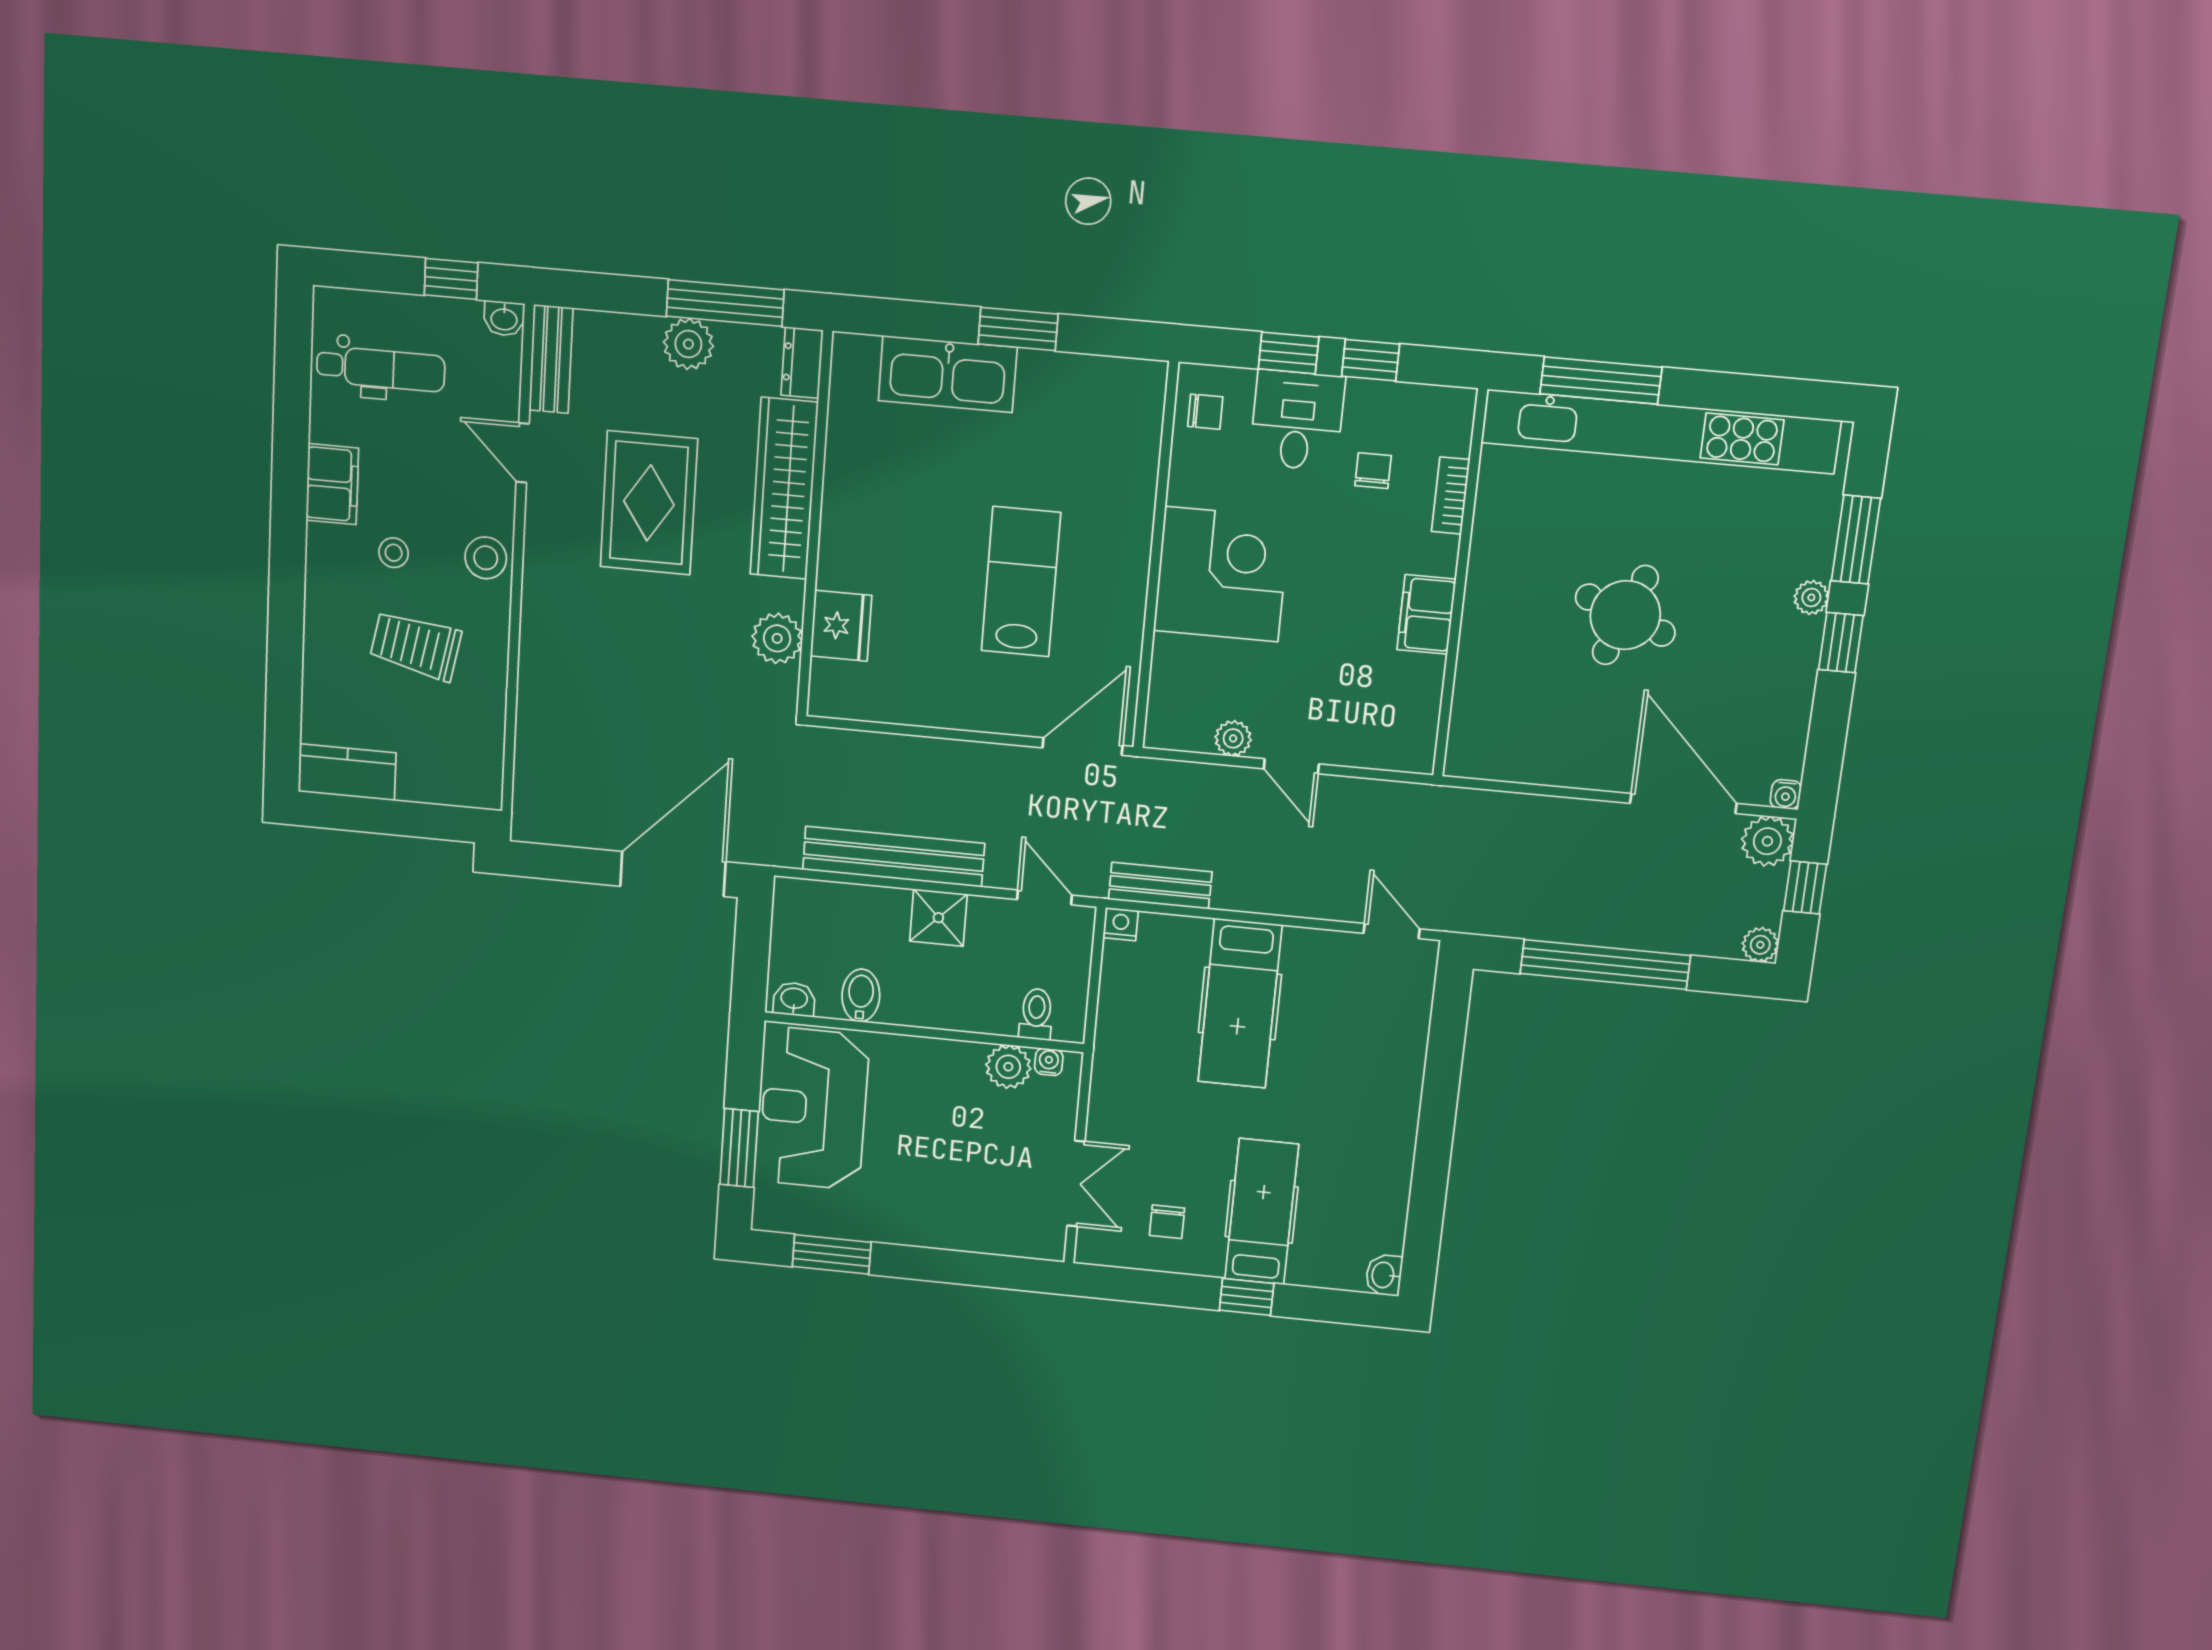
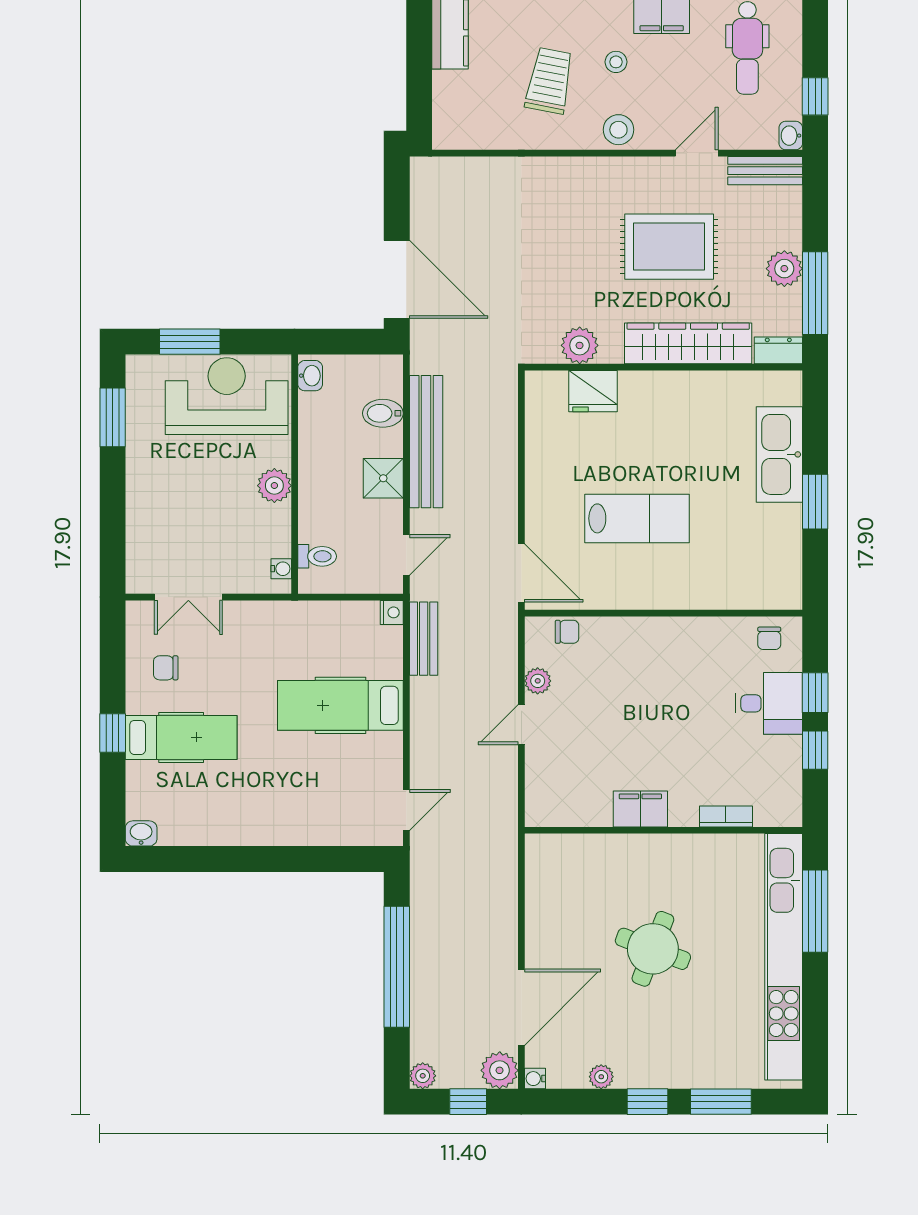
chair: (1373, 471) -> (567, 632), moved
corner desk: (1222, 574) -> (656, 661), removed
plant: (1811, 597) -> (601, 1077), moved
bidet: (861, 995) -> (383, 413), moved, turned 180
plant: (1008, 1067) -> (274, 486), moved

